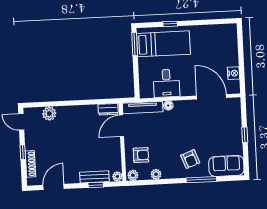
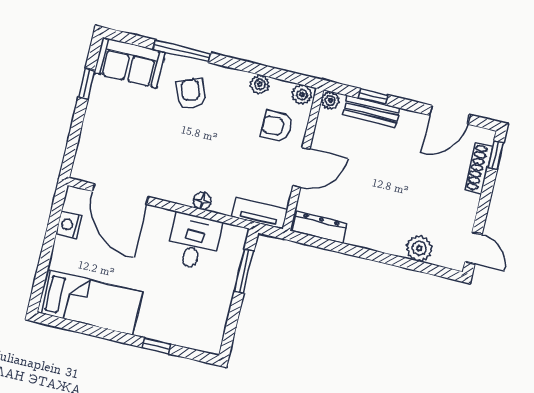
window: (135, 44) -> (244, 271), moved
bed: (163, 44) -> (90, 302), moved, turned 180
tv unit: (143, 107) -> (260, 213), width x0.71
dresser: (108, 109) -> (320, 227), width x1.44
door: (122, 126) -> (301, 167), moved
window: (245, 135) -> (87, 84), moved
window: (23, 152) -> (496, 155), moved

